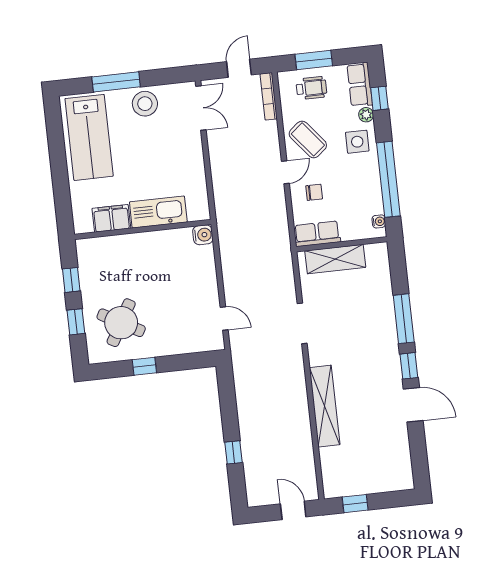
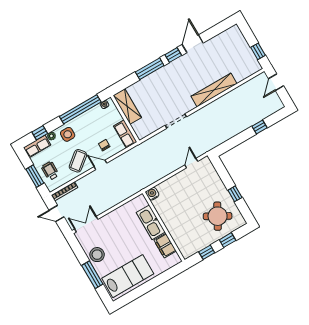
shelving: (335, 259) -> (127, 106), moved

